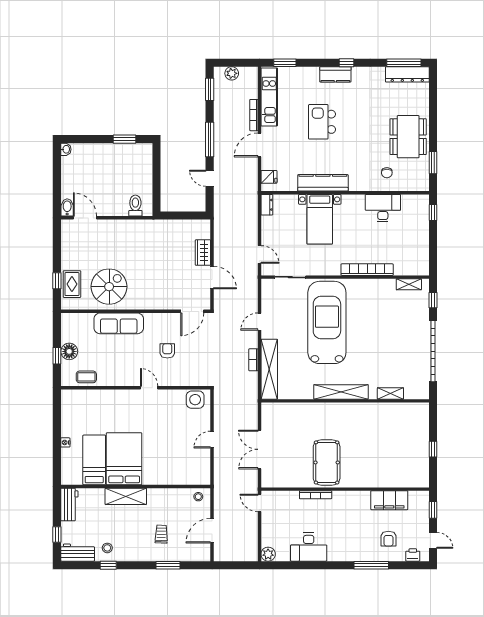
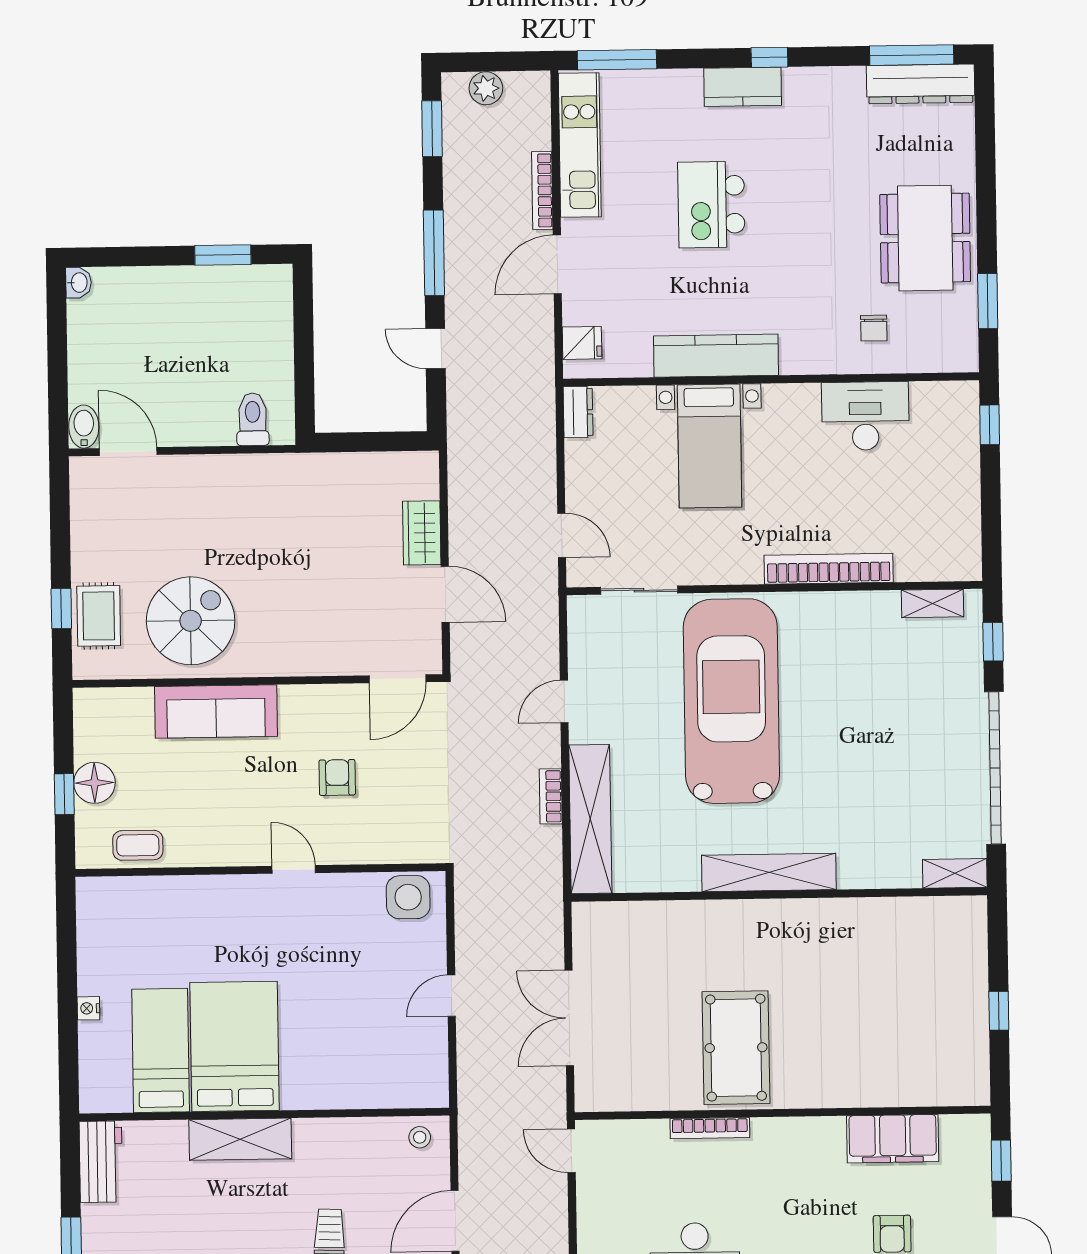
window: (285, 63) -> (617, 60), width x1.44
shelving: (390, 393) -> (955, 873), moved

